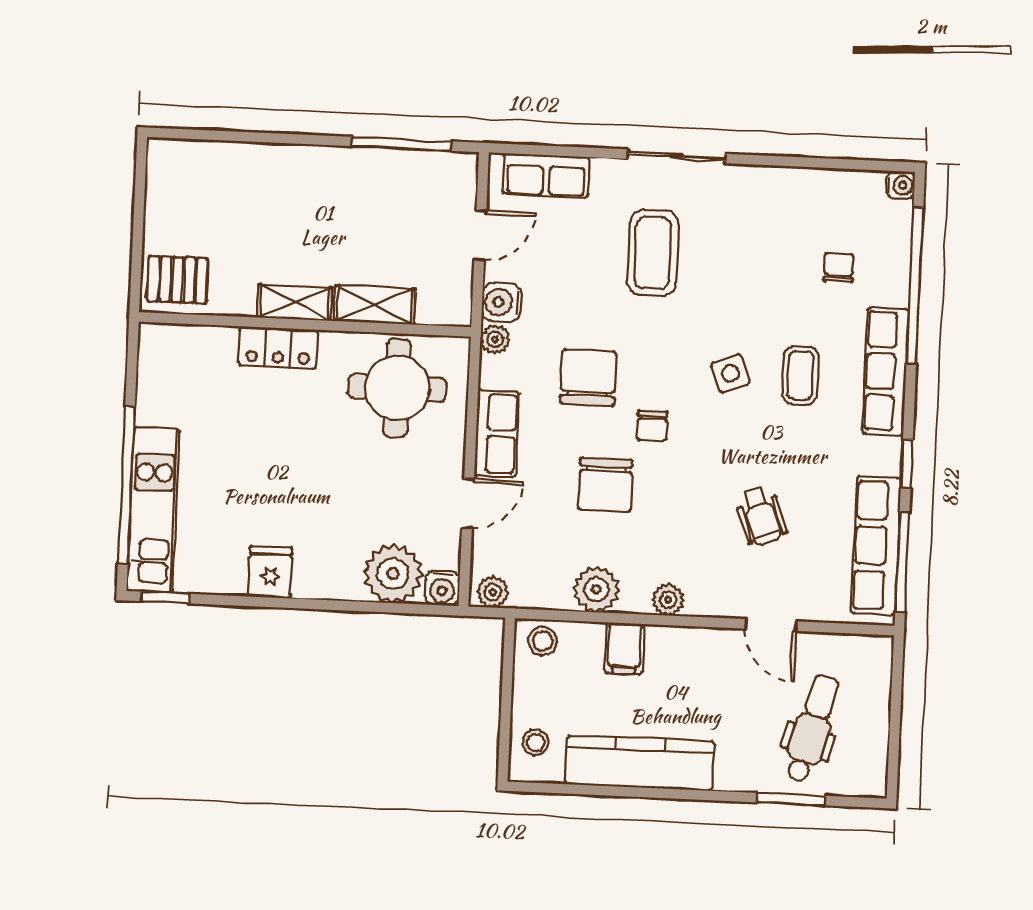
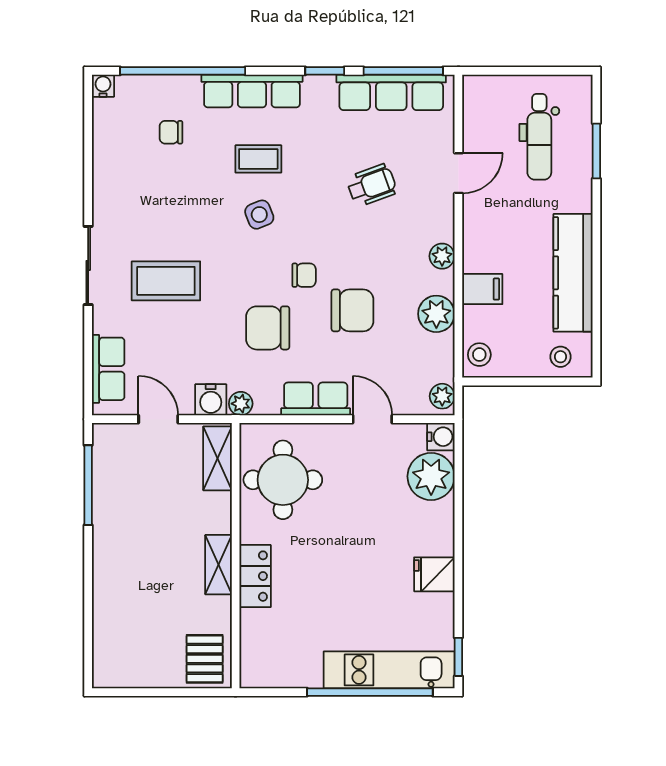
shelving: (375, 305) -> (217, 458), moved
dental chair: (812, 728) -> (539, 137), turned -105

